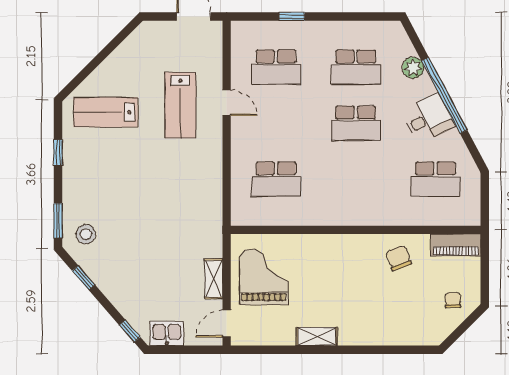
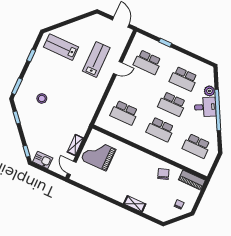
door: (227, 103) -> (118, 68), hinge flipped
lab bench: (180, 105) -> (96, 59), turned 180
desk: (428, 118) -> (205, 107), moved
school desk: (356, 179) -> (160, 129), added
stool: (86, 234) -> (42, 98), moved
grand piano: (264, 277) -> (98, 154), turned -90
door: (227, 324) -> (72, 168), hinge flipped
shelving: (317, 336) -> (135, 204), moved

